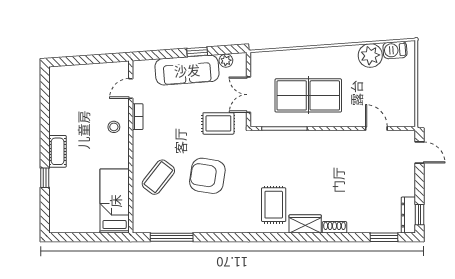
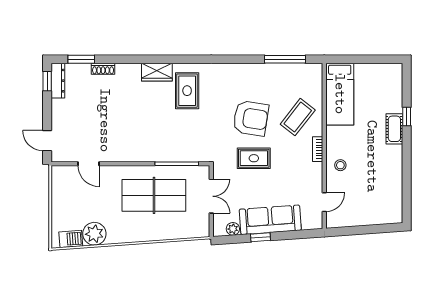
bookcase: (138, 117) -> (318, 149), moved
rug: (218, 123) -> (254, 158), moved
cot: (58, 151) -> (394, 129), moved
shoe rack: (335, 227) -> (103, 69), moved

